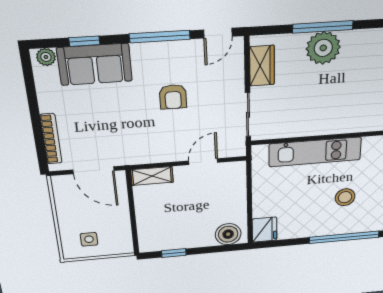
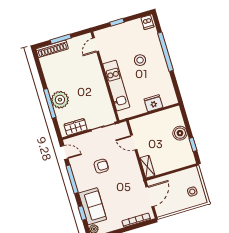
fridge: (264, 230) -> (153, 103), moved
boiler: (228, 234) -> (180, 133), moved

